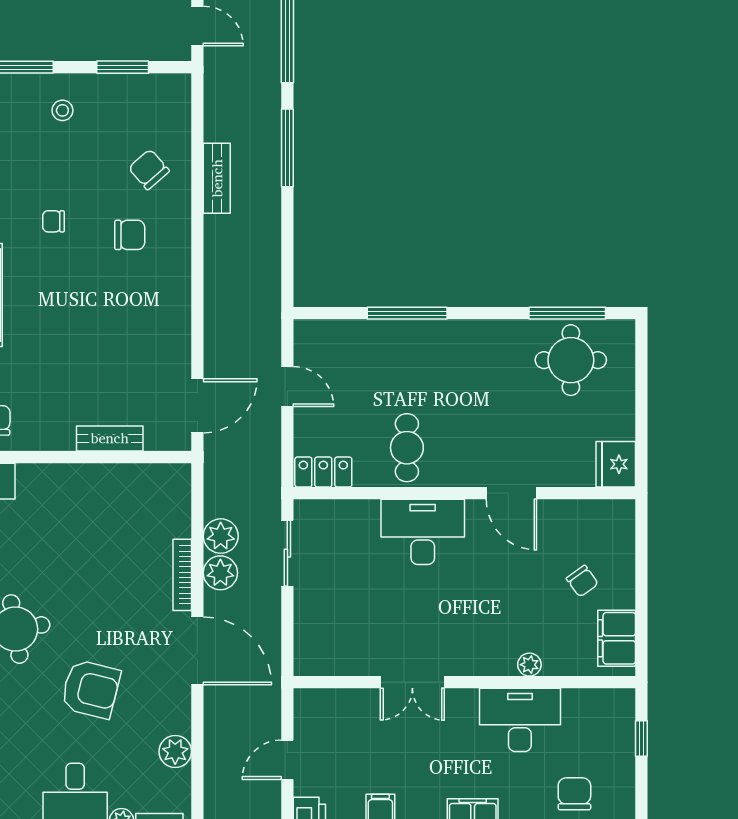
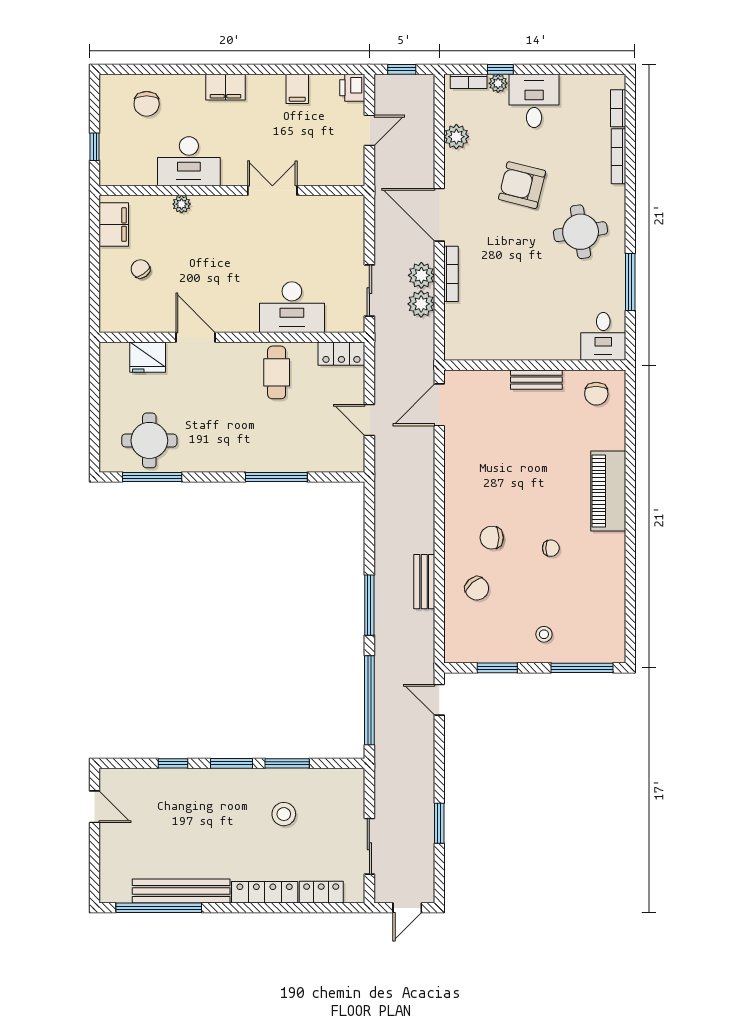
bench: (110, 438) -> (536, 380), moved
fridge: (616, 464) -> (148, 357), moved, turned 90
desk: (423, 532) -> (292, 307), moved

